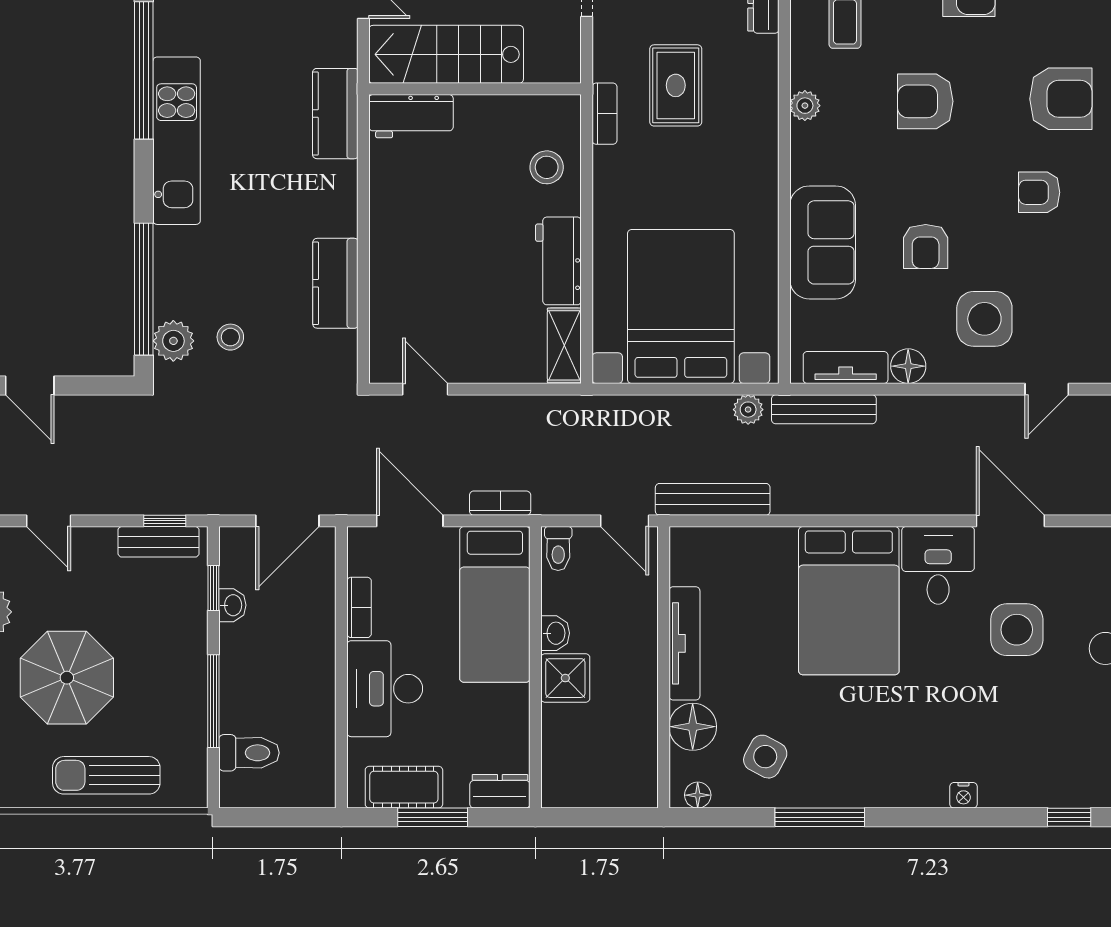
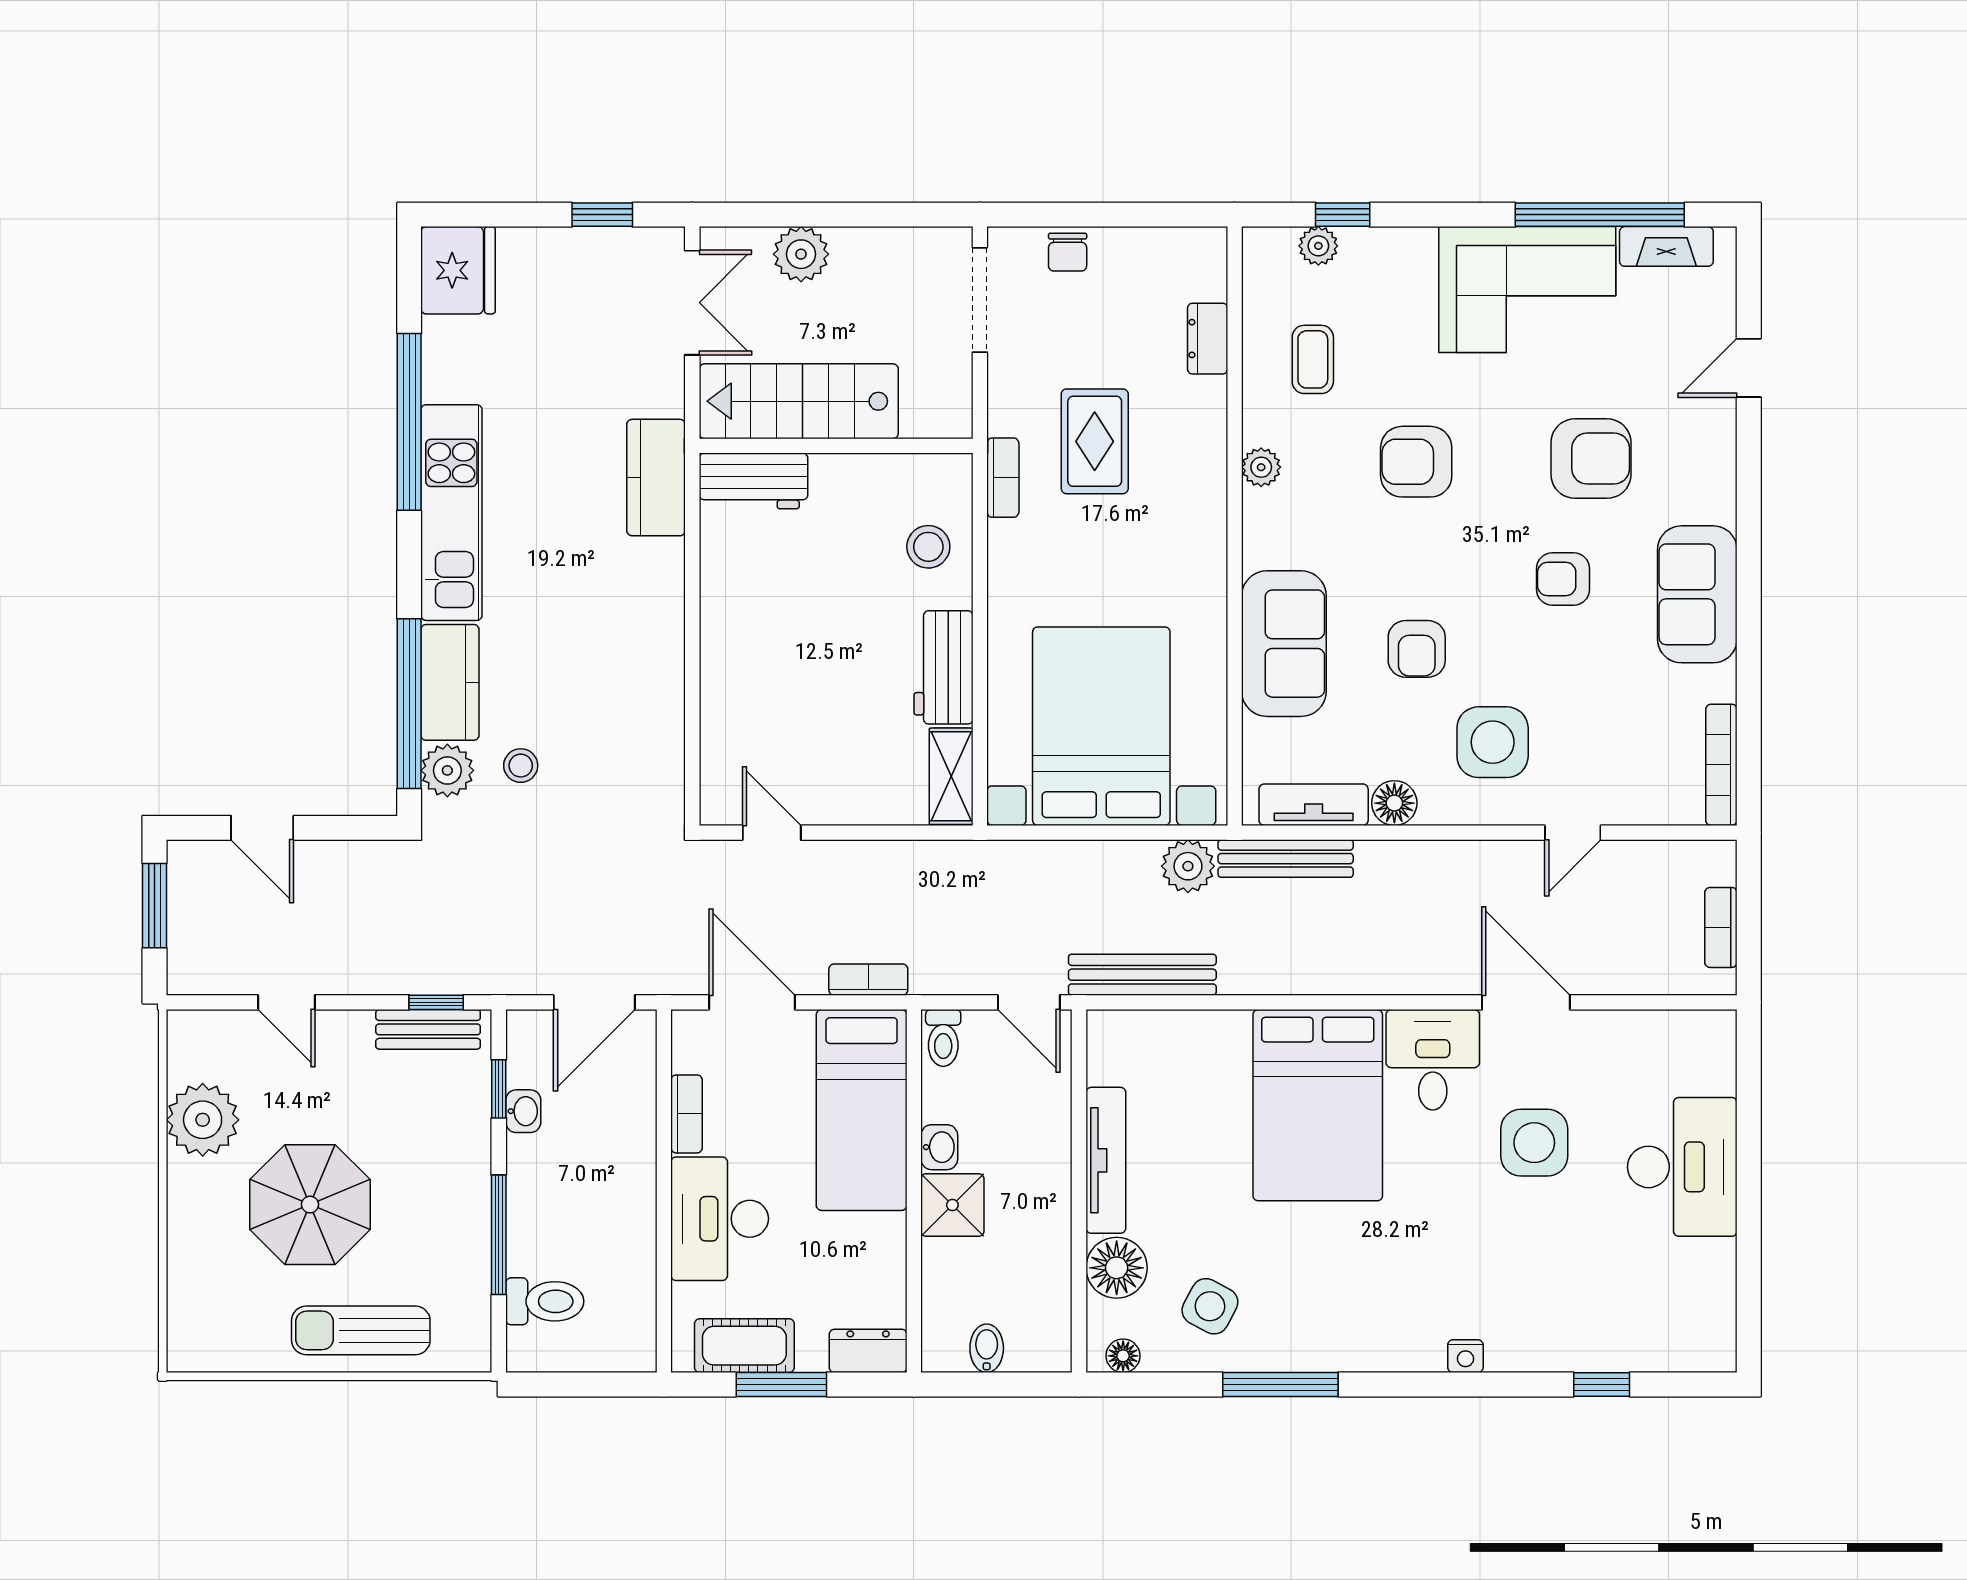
kitchen counter: (335, 283) -> (450, 682), moved, turned 180
plant: (748, 410) -> (1188, 866), width x1.38, depth x1.38
bidet: (592, 789) -> (987, 1348), added

